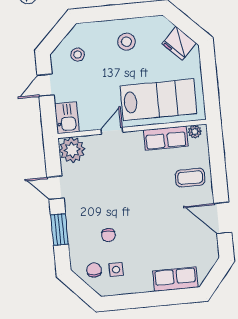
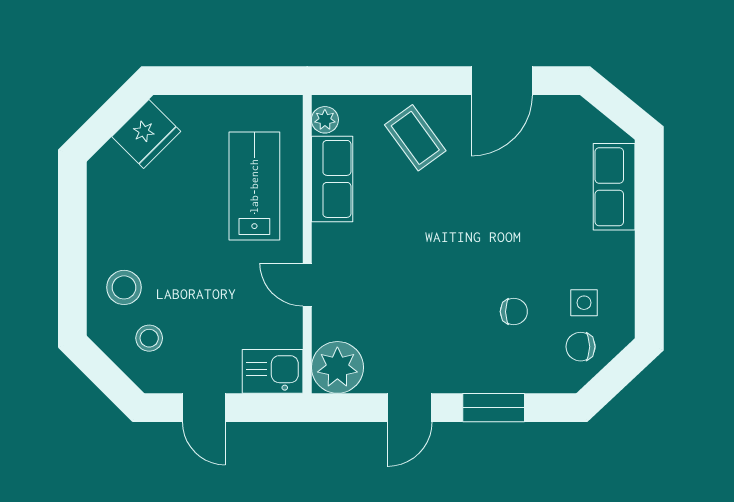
stool: (126, 42) -> (124, 287), moved
lab bench: (158, 100) -> (254, 186), width x0.73, depth x0.72
coffee table: (190, 178) -> (415, 138), turned -36

